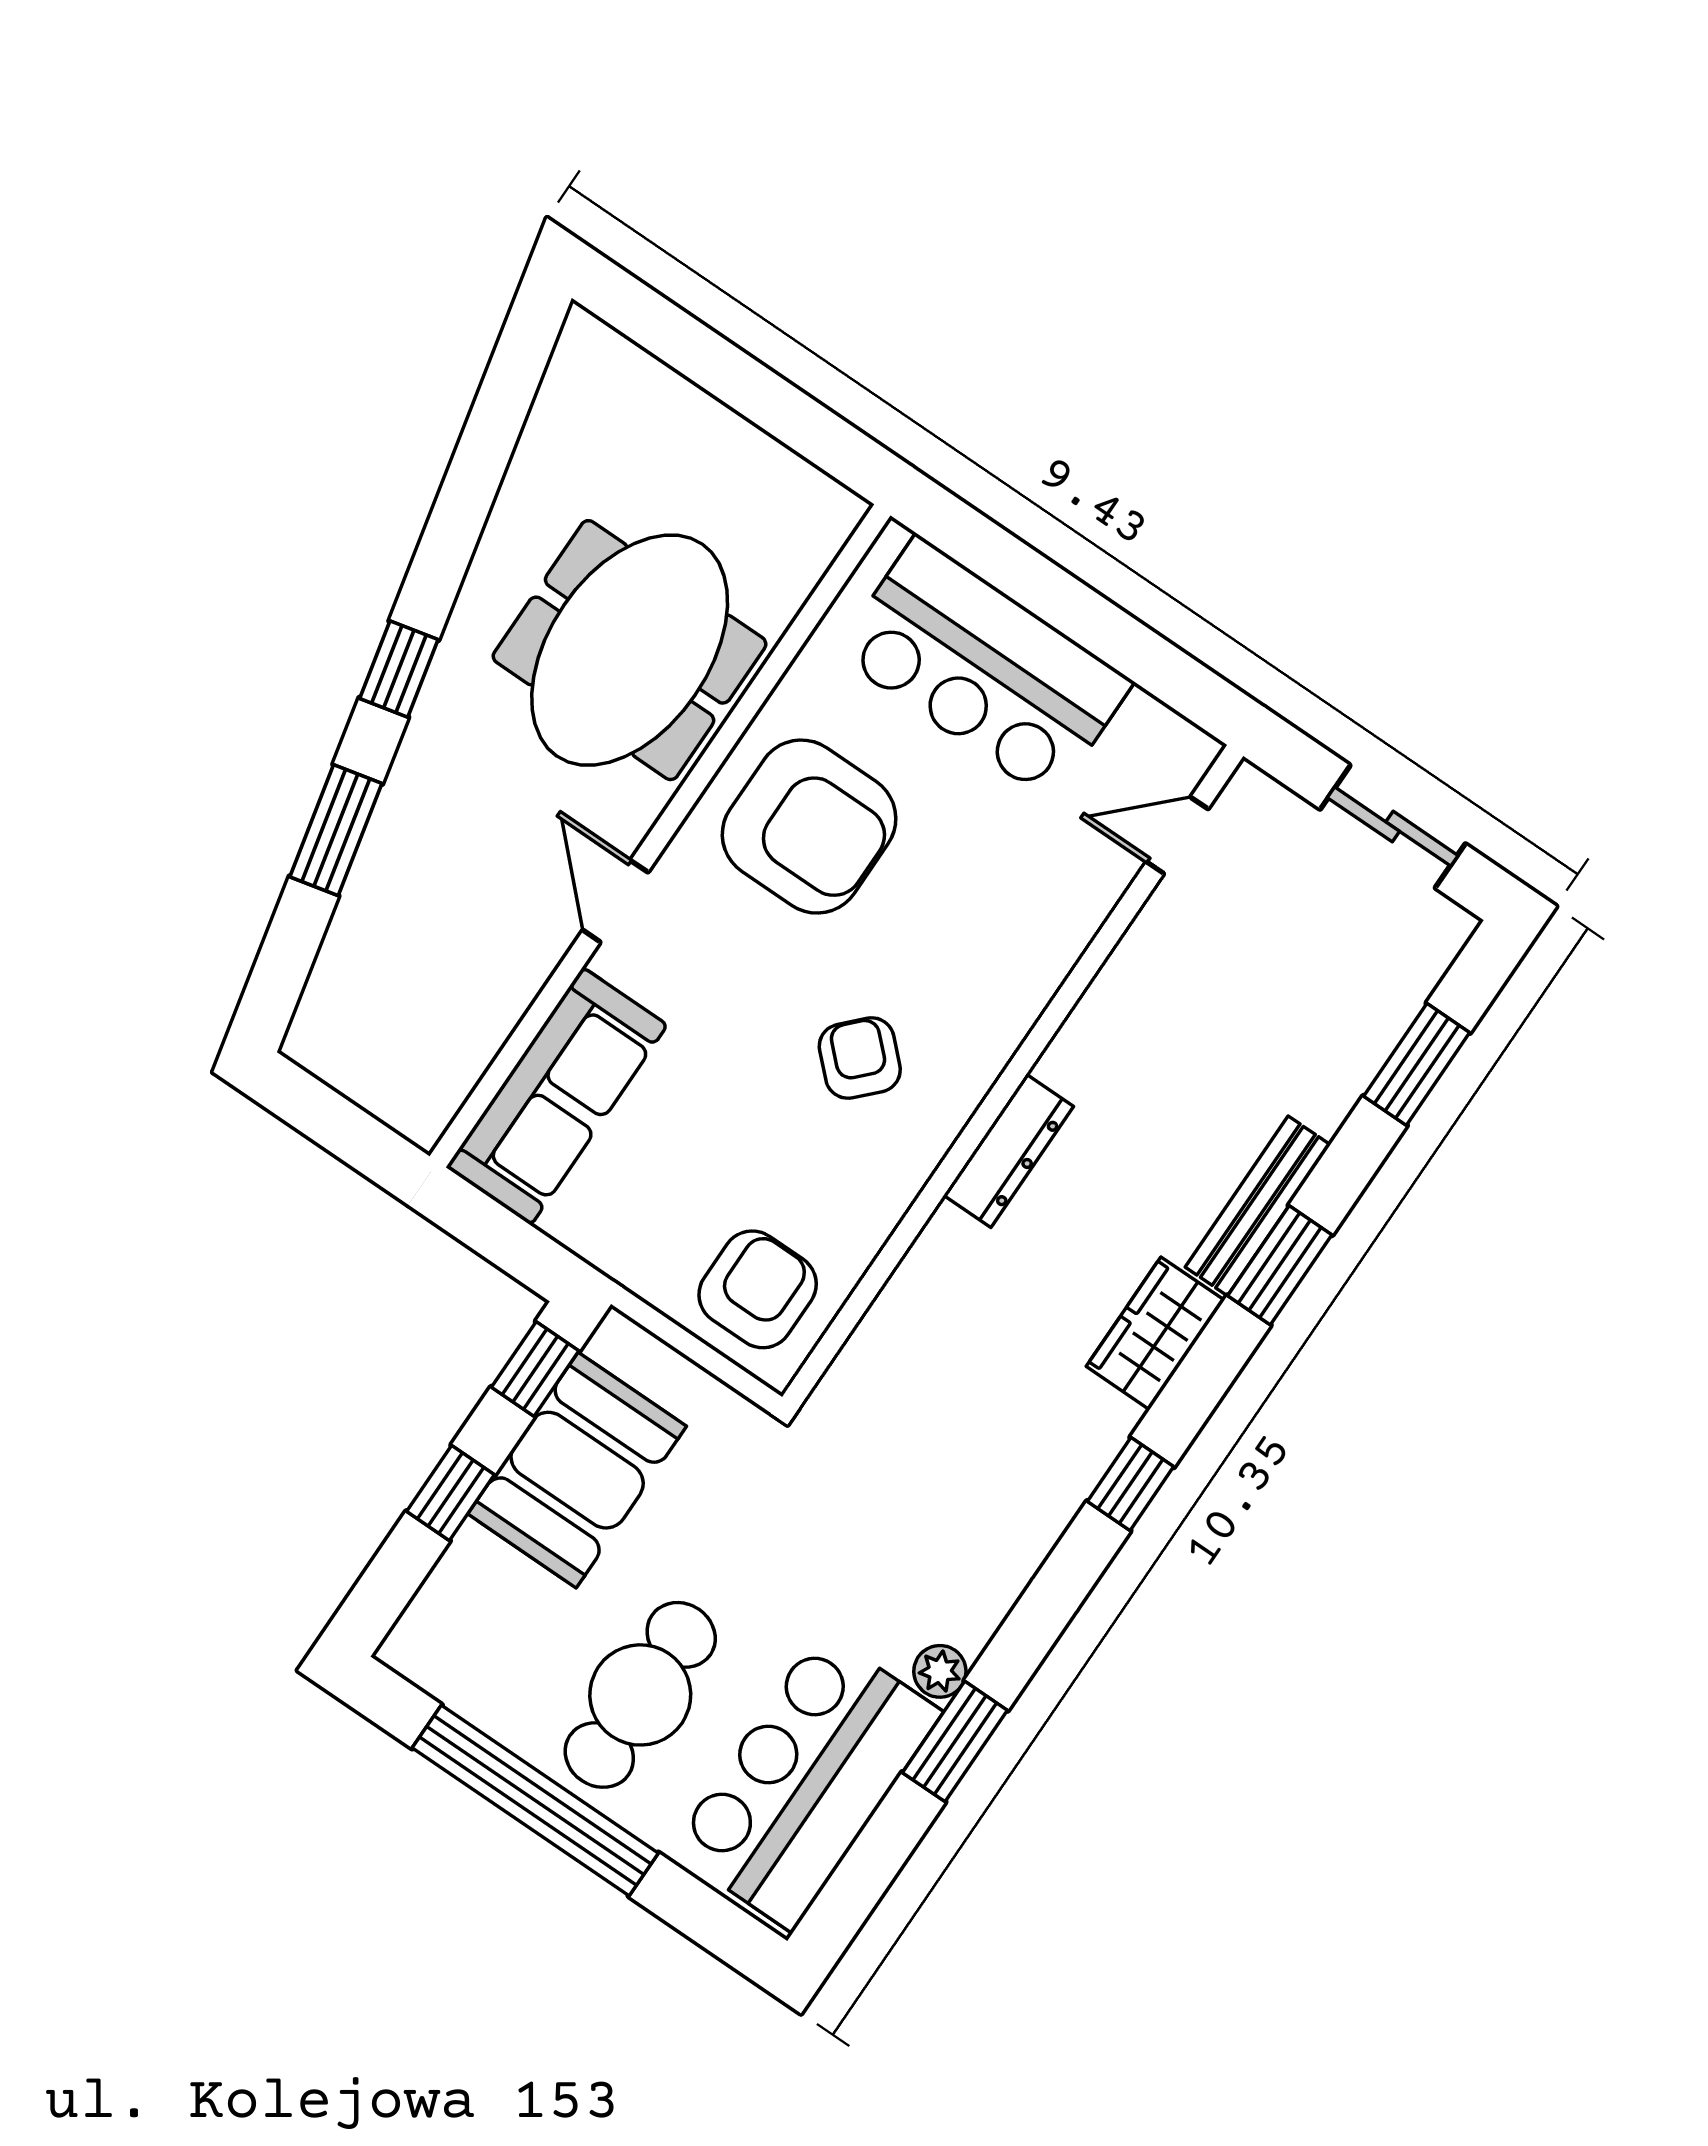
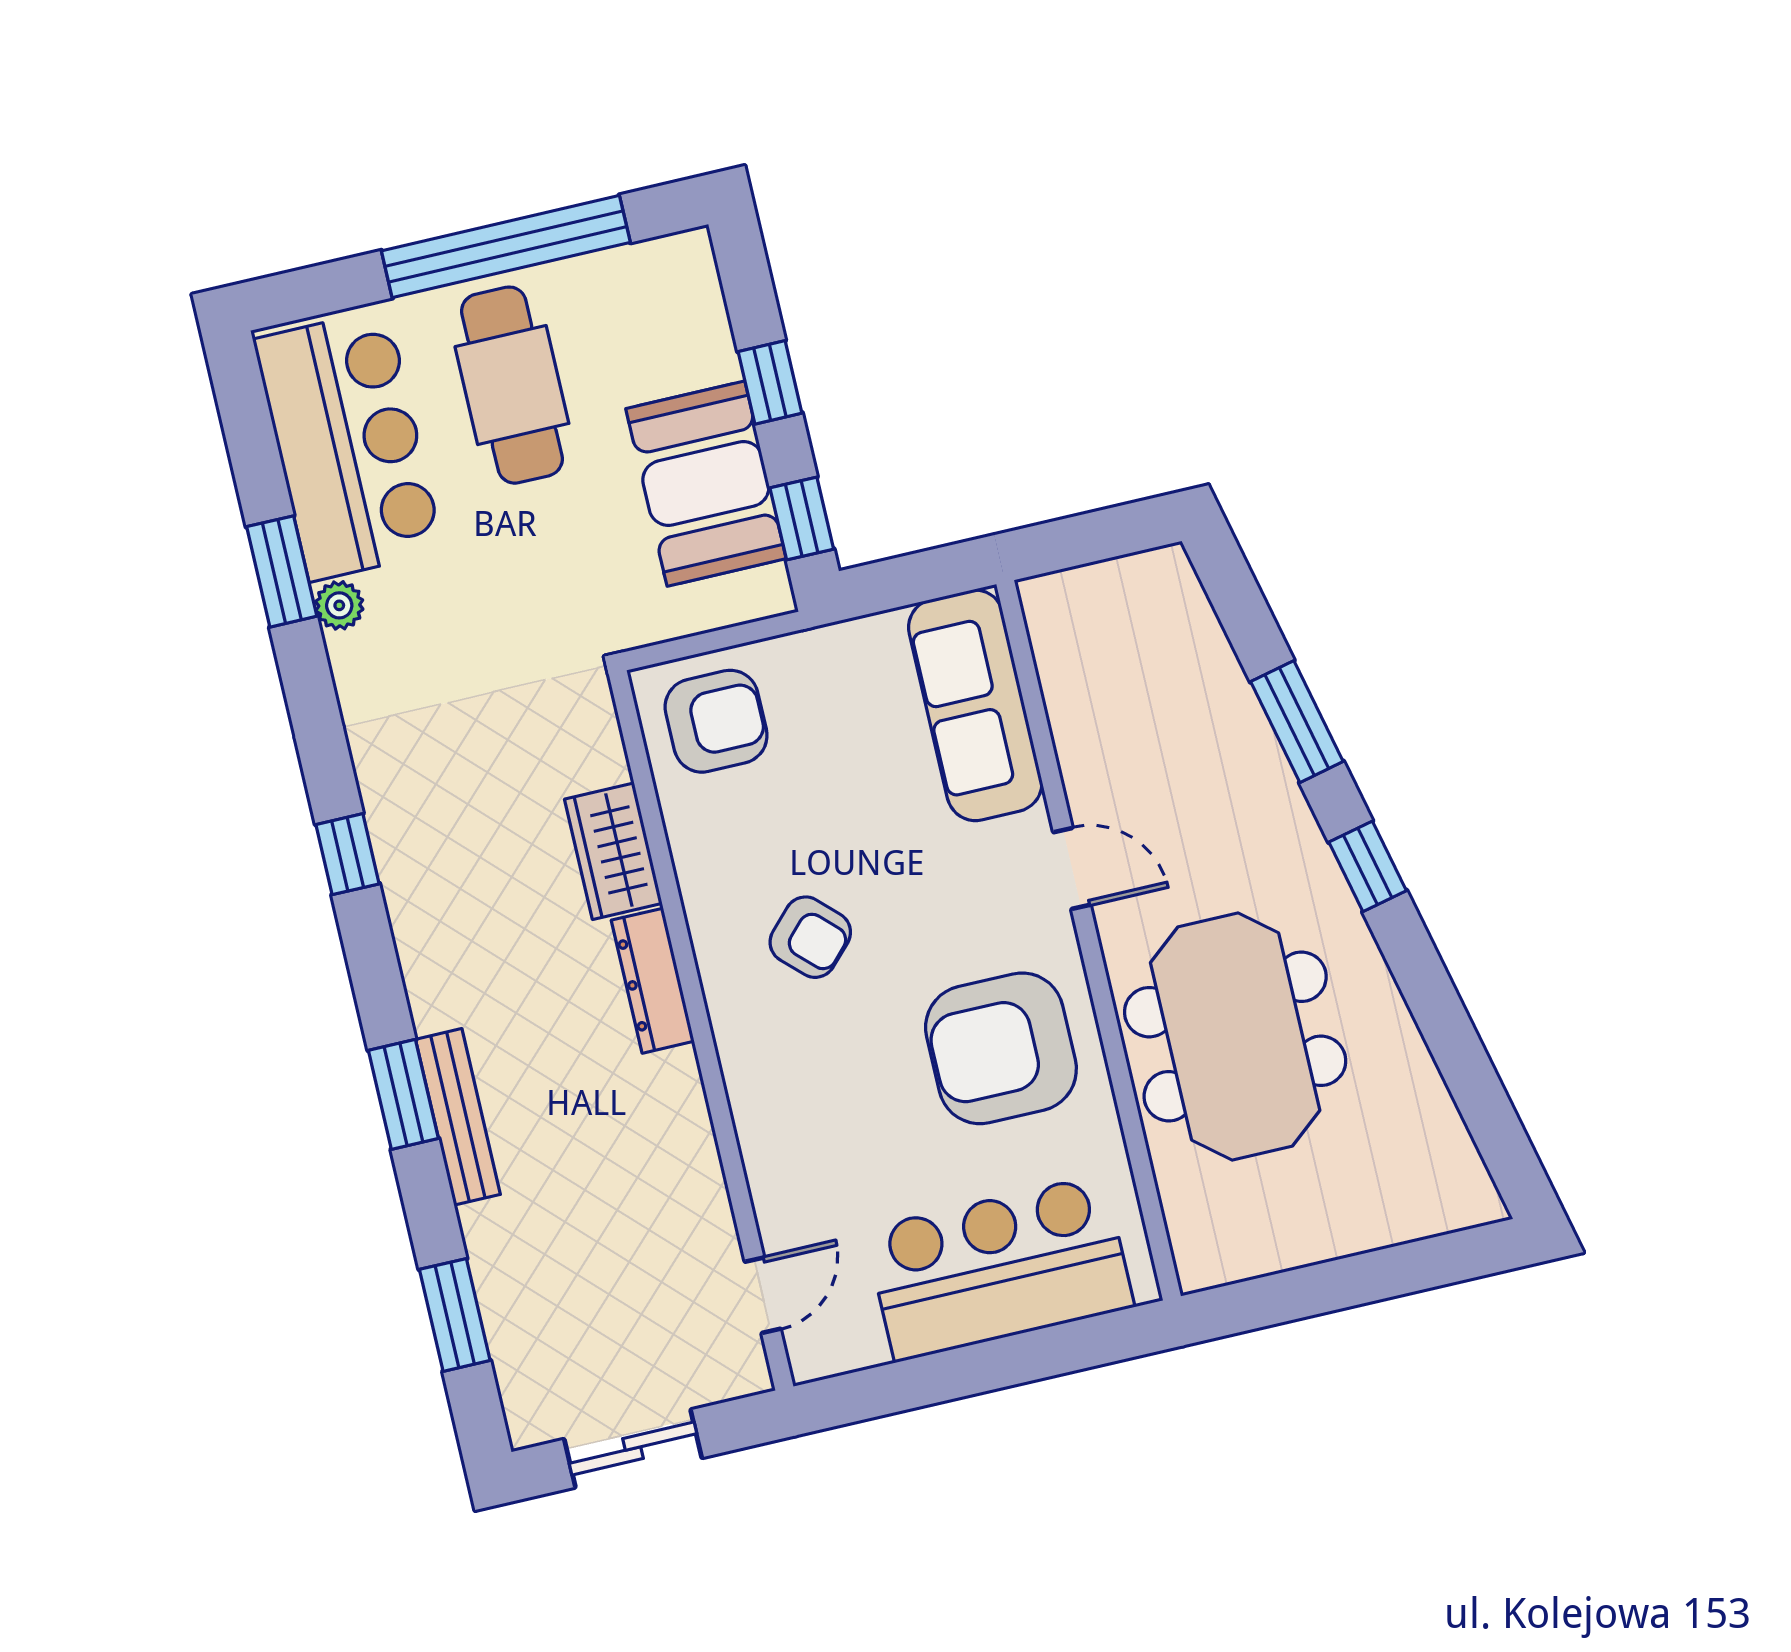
armchair: (758, 1289) -> (716, 721), turned -90
wardrobe: (1155, 1333) -> (613, 851), moved, turned 180

